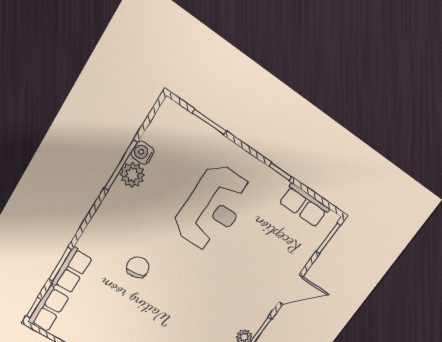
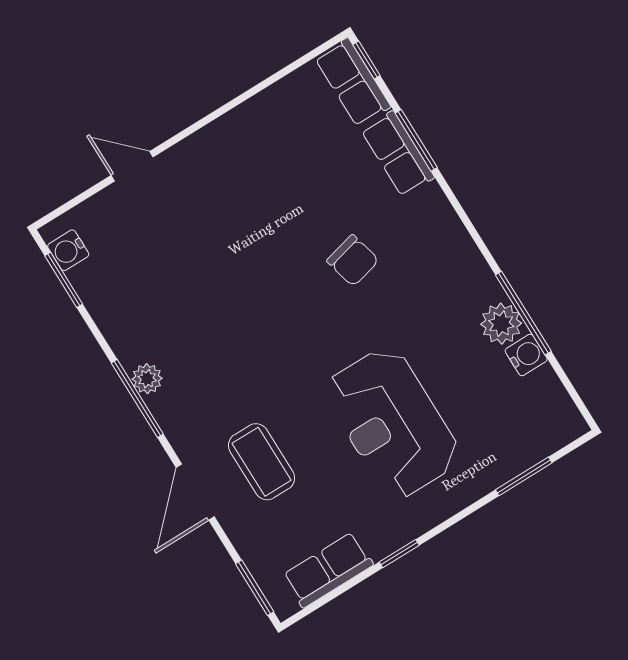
coffee table: (262, 265) -> (262, 462), added

